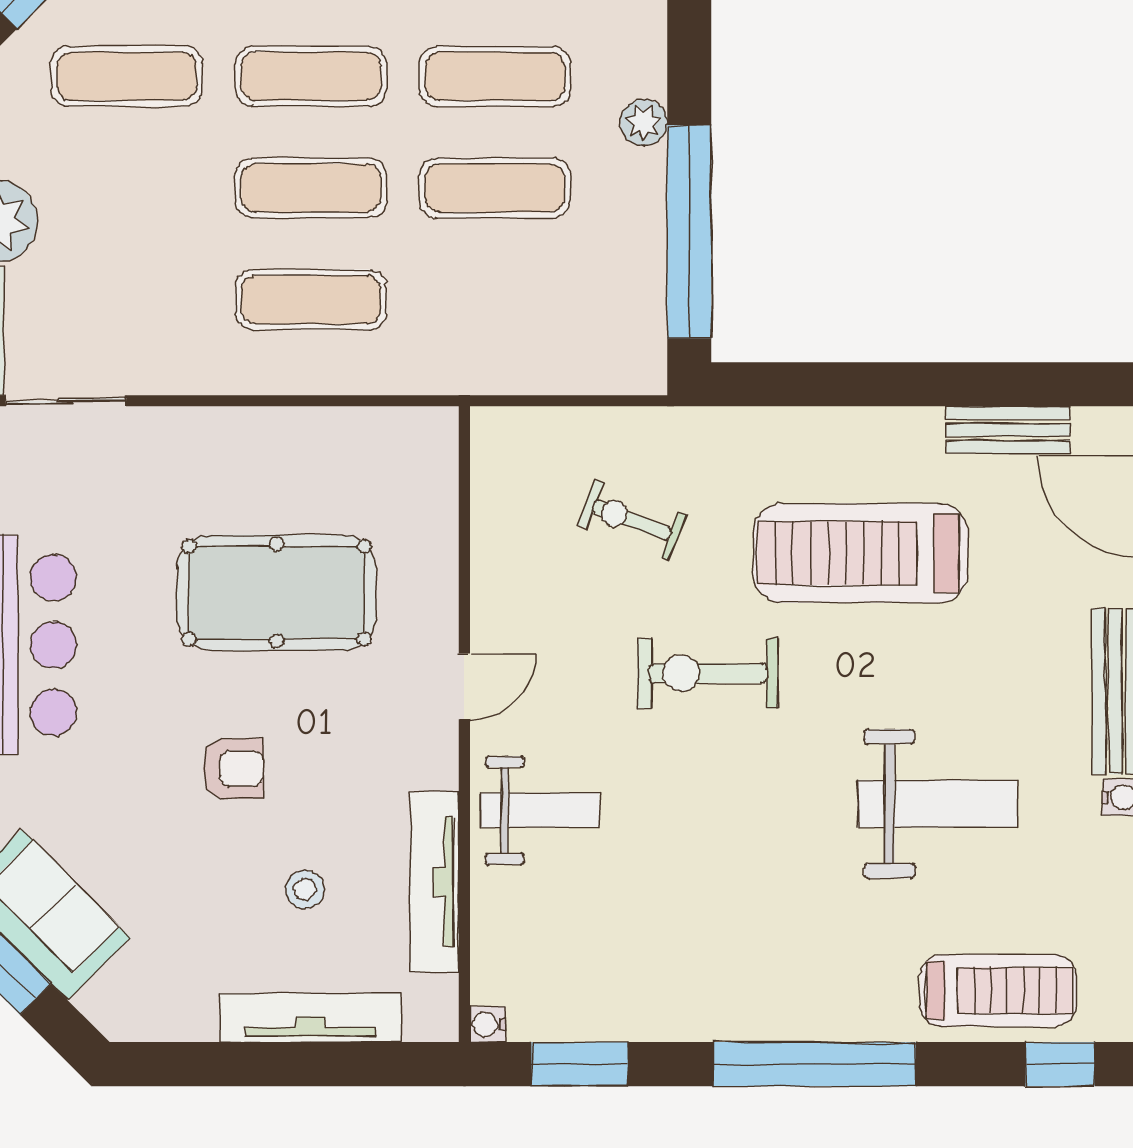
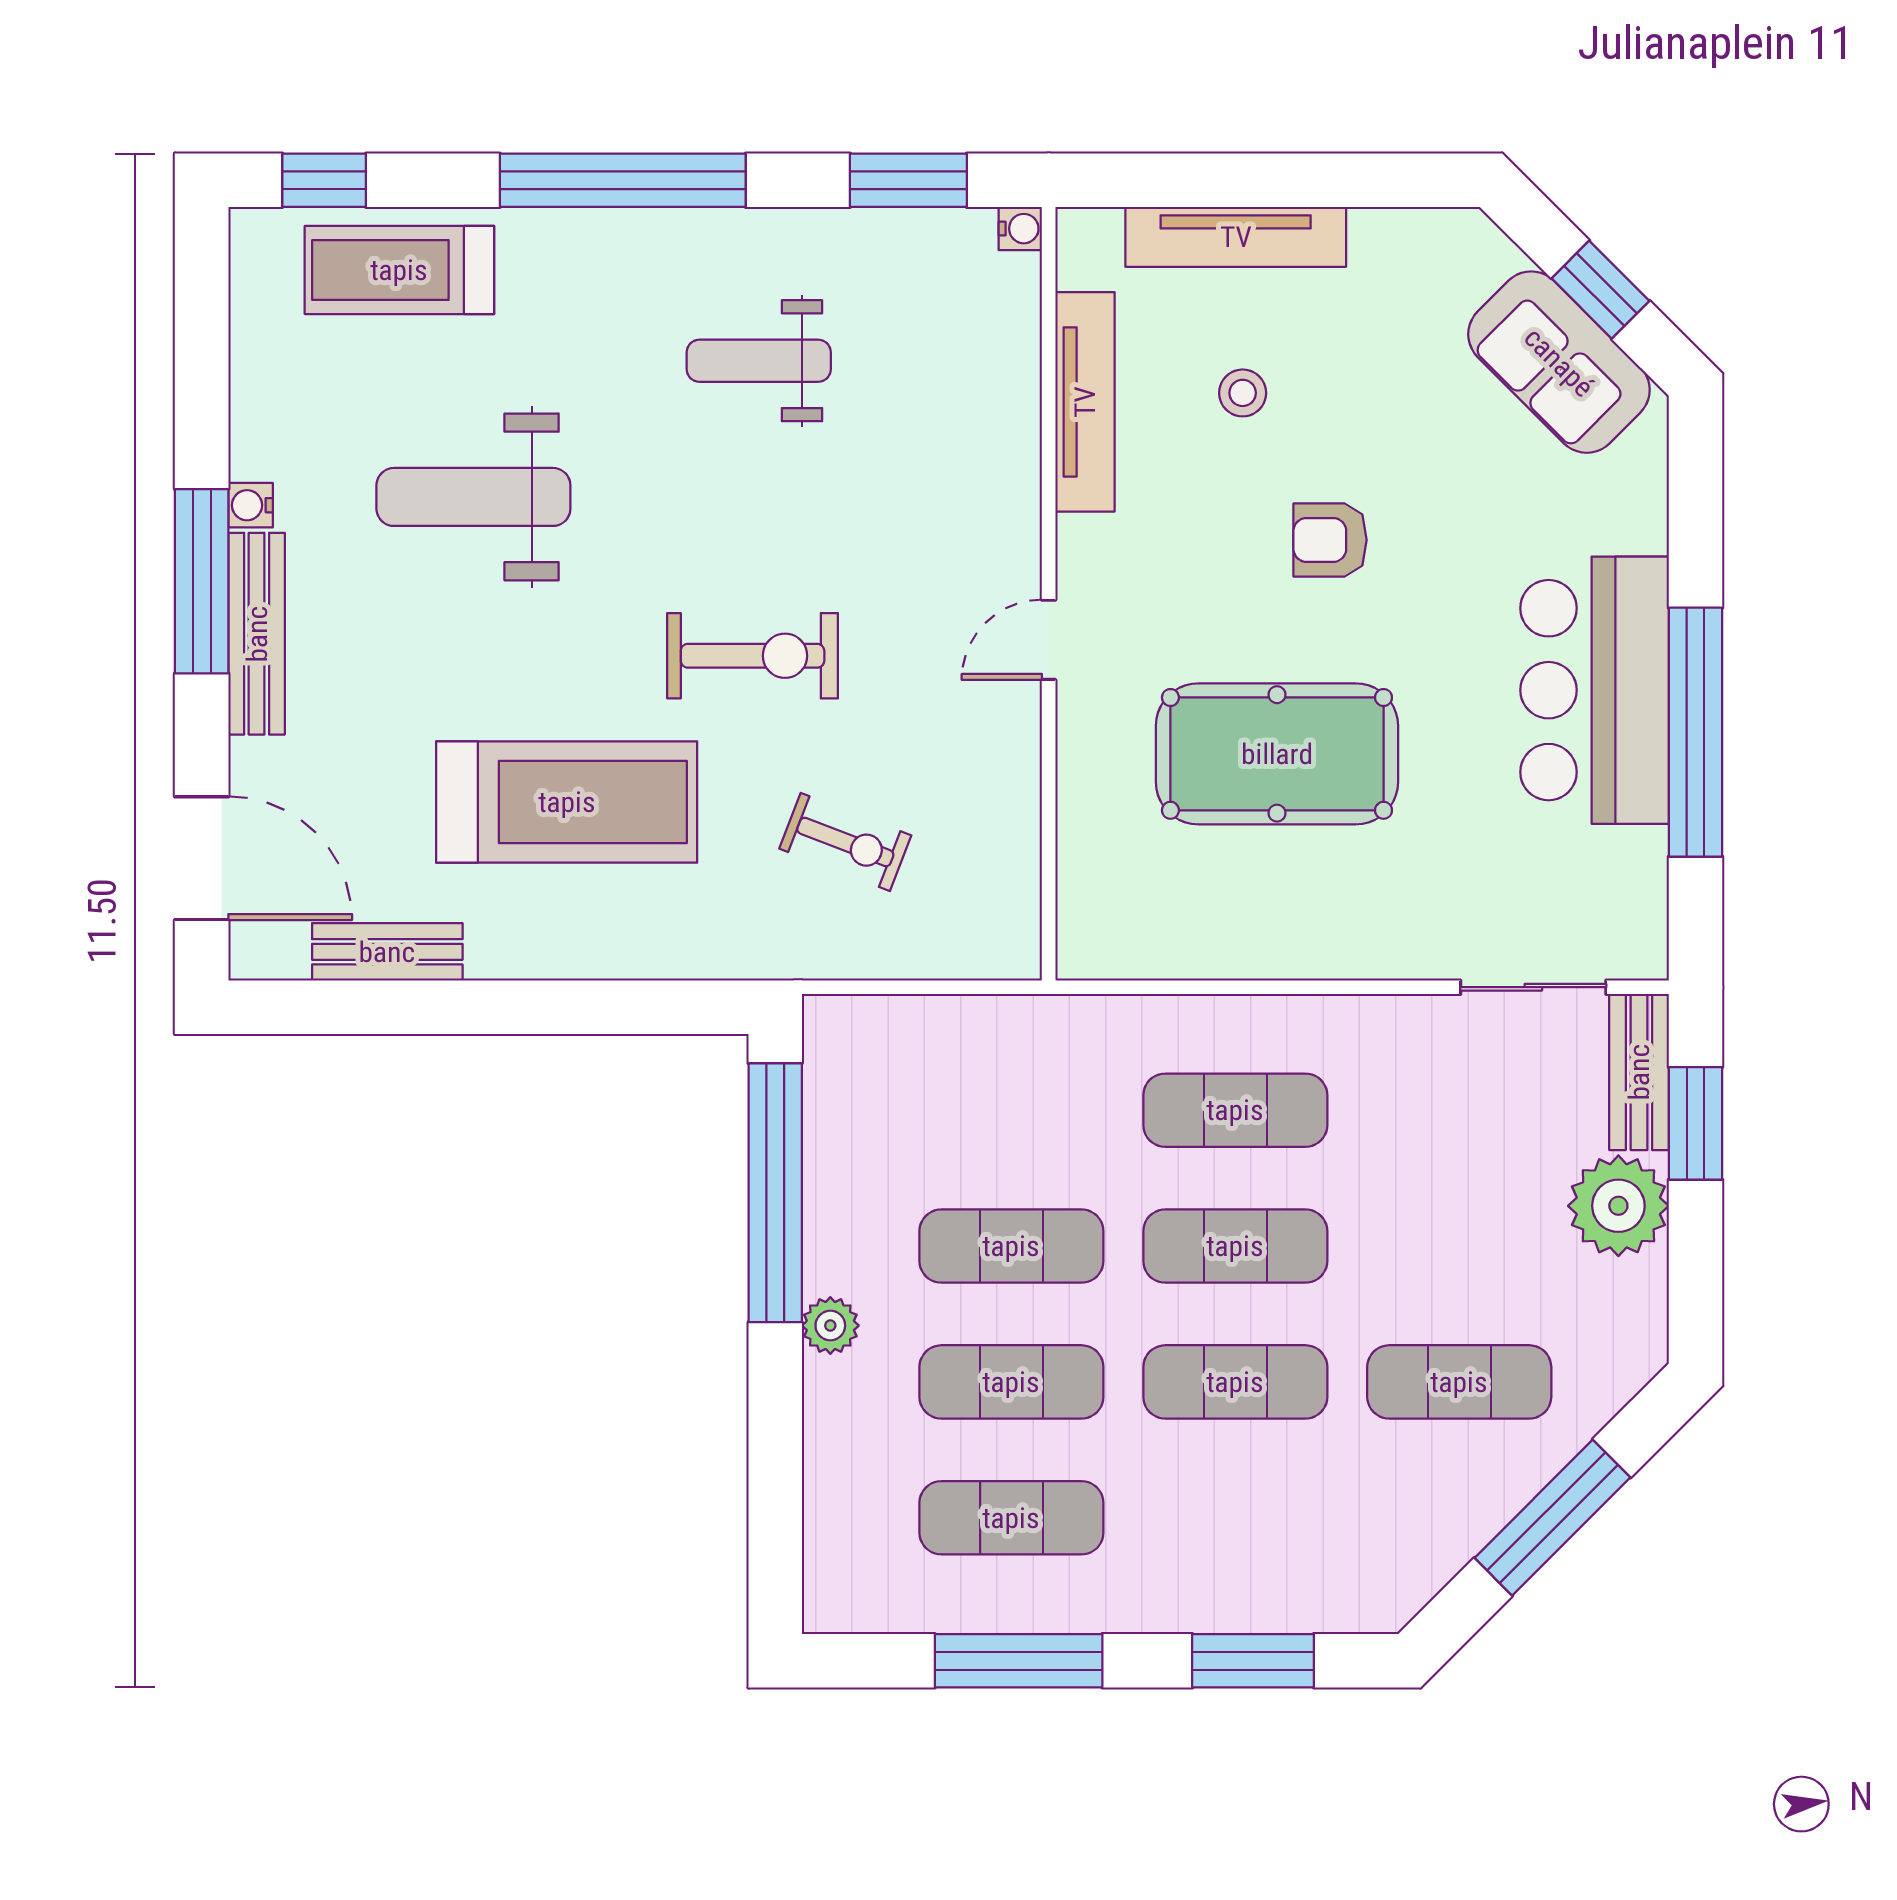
weight bench: (540, 810) -> (759, 361), moved

